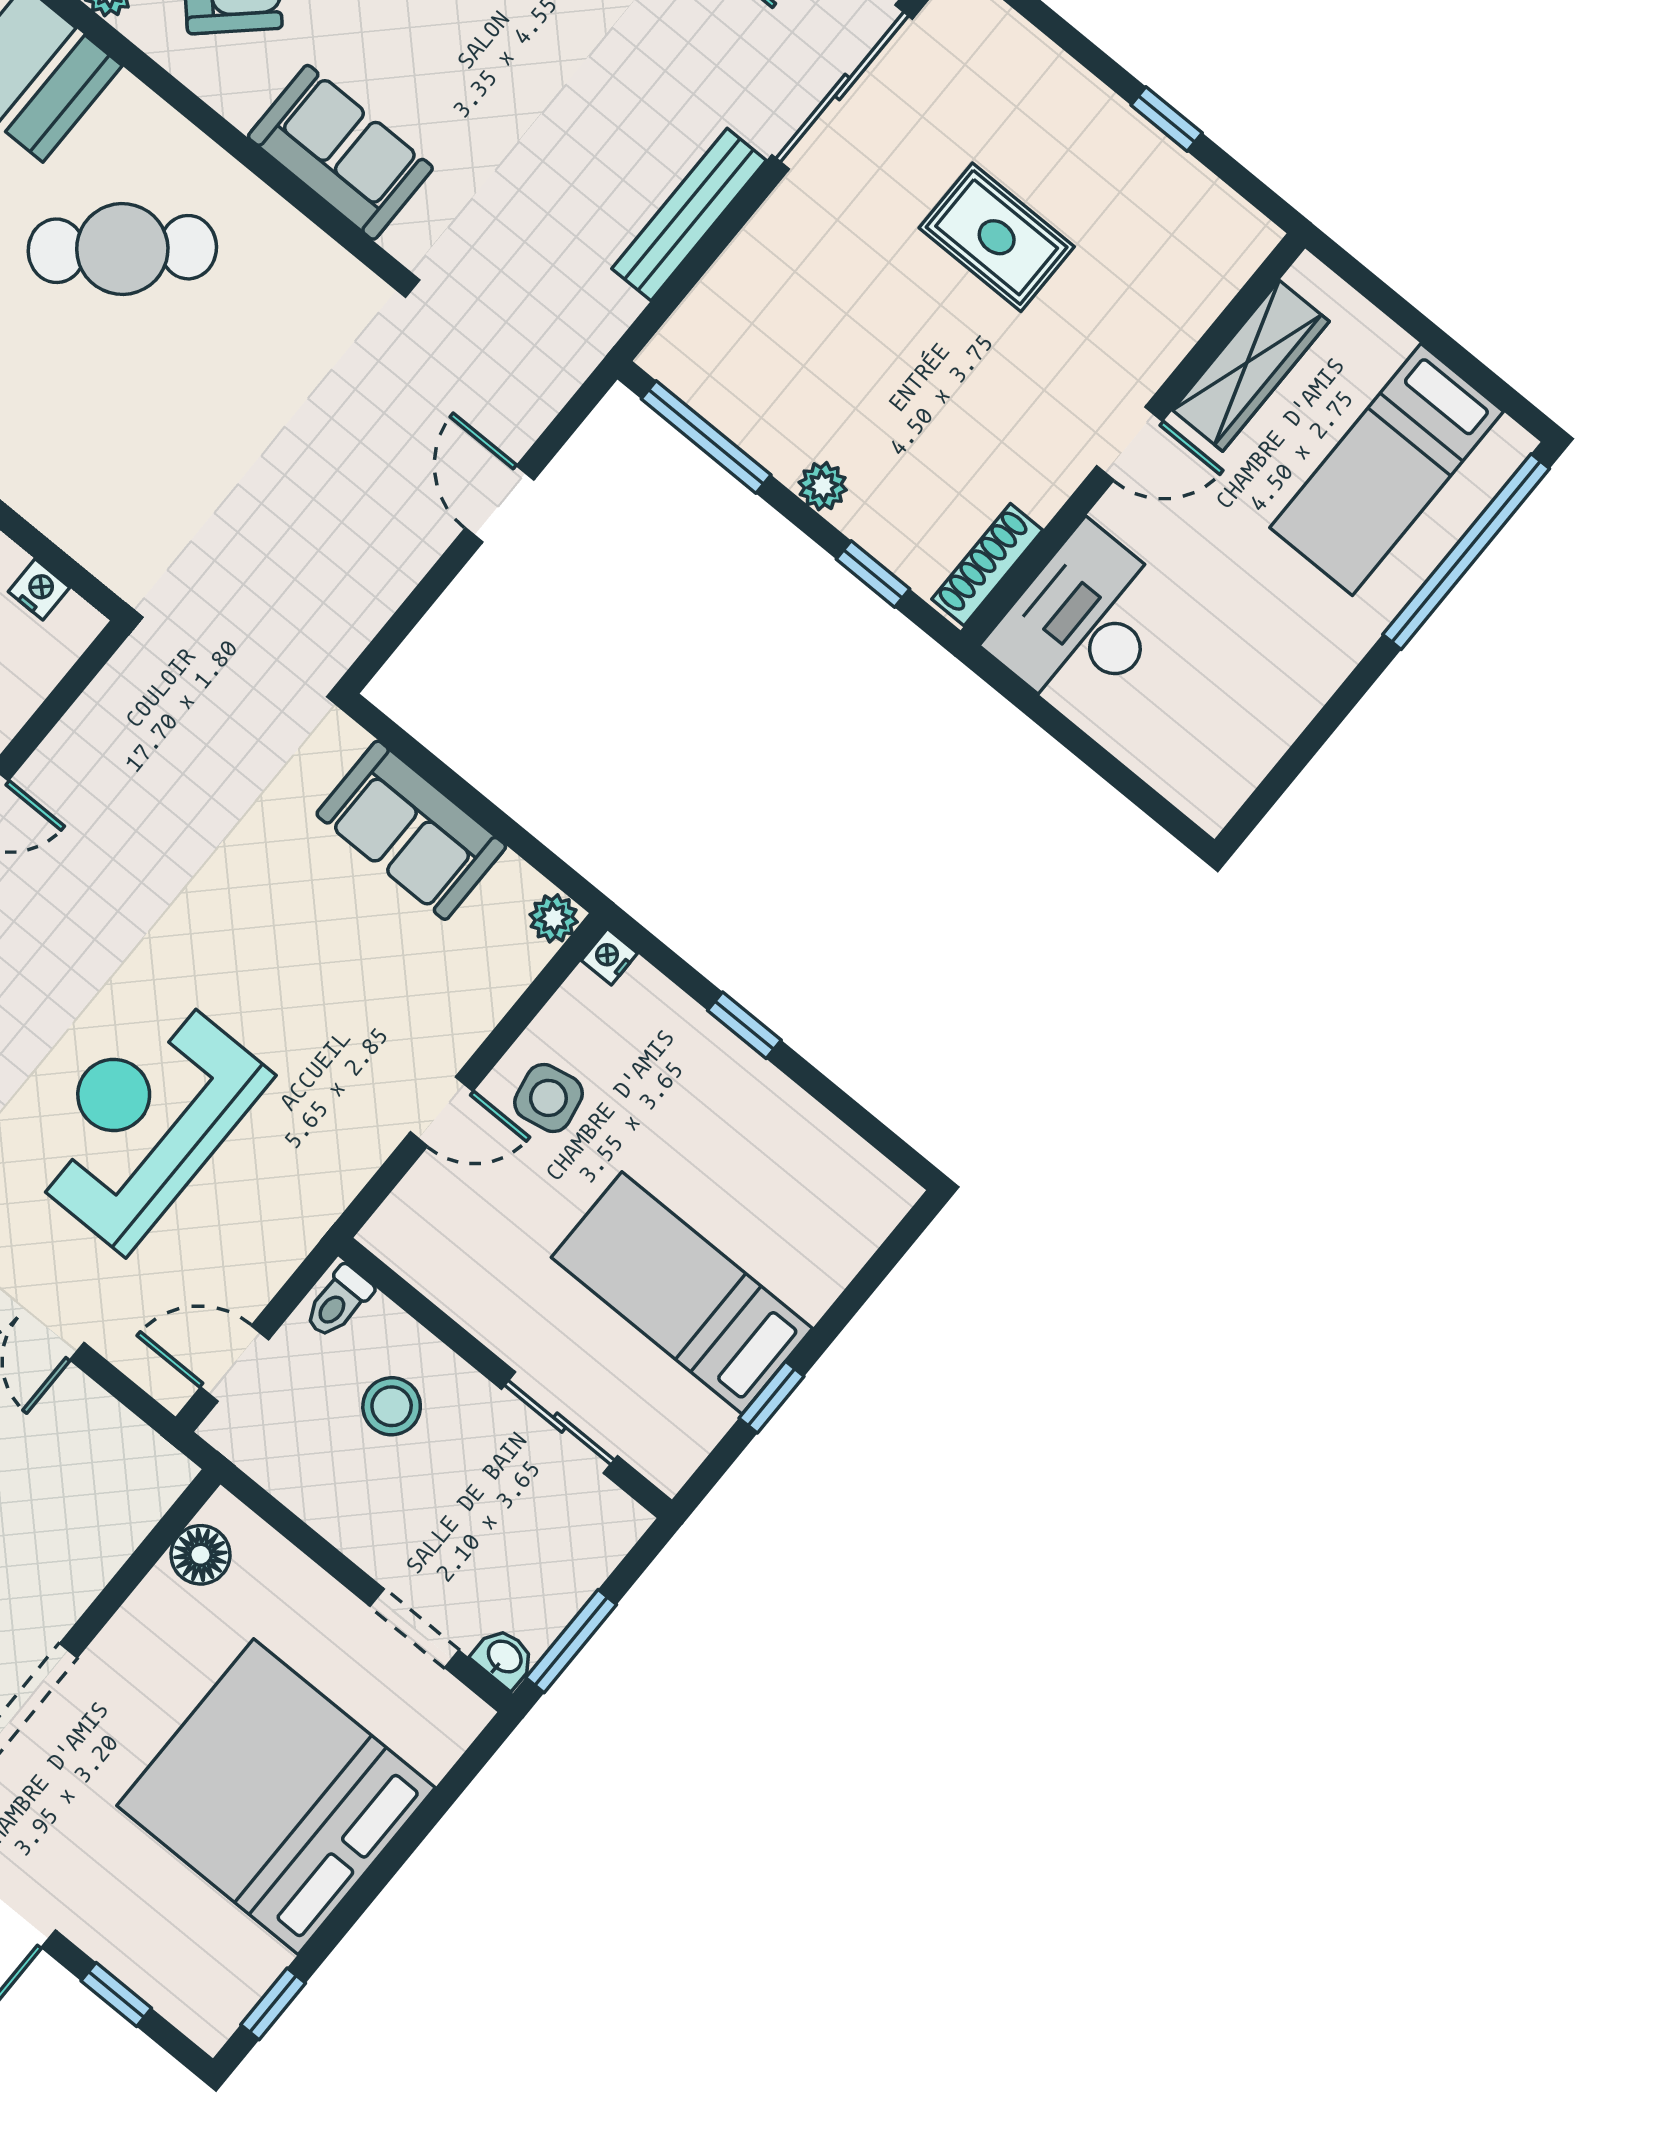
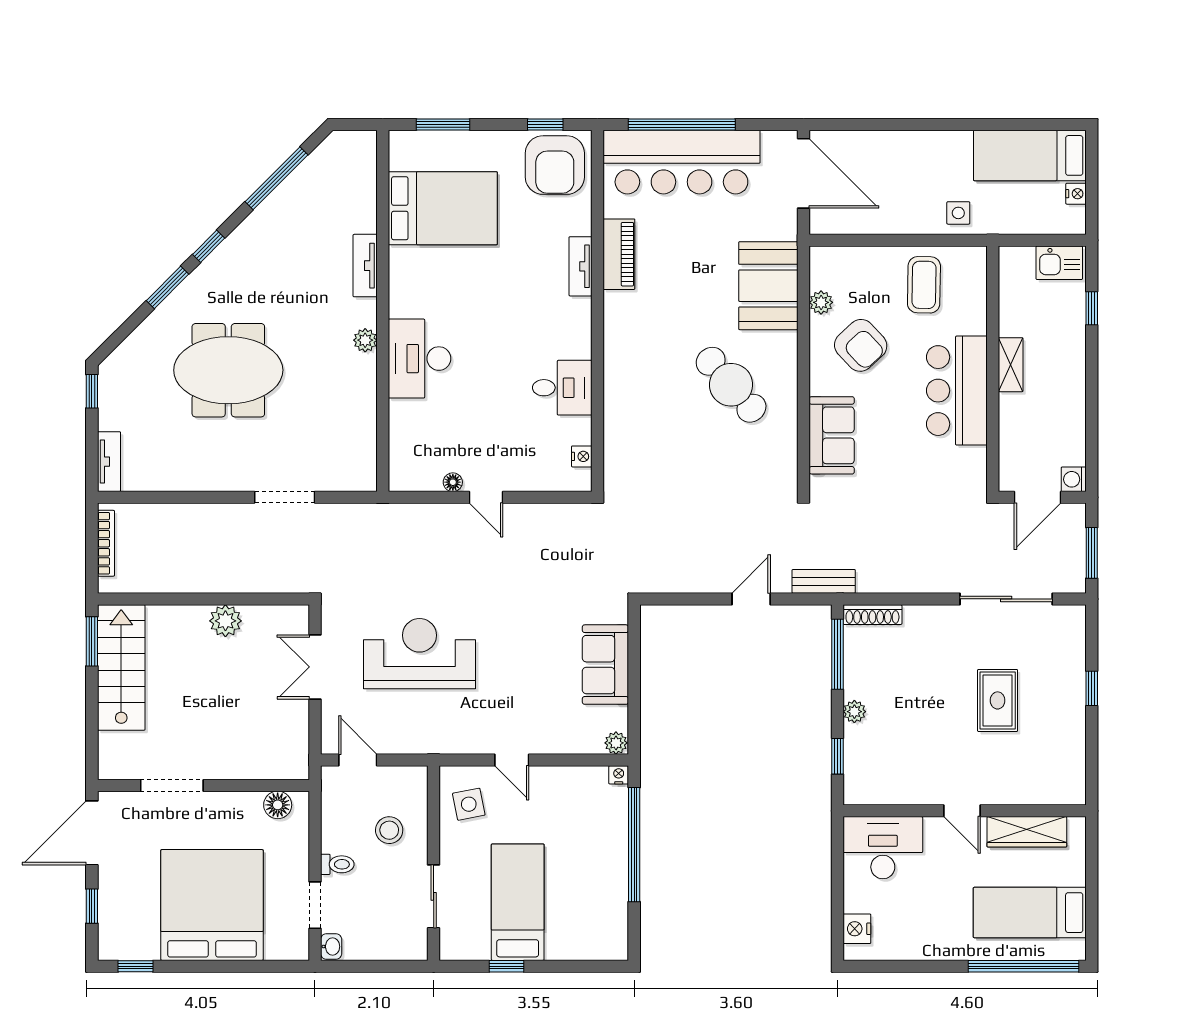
window: (1167, 119) -> (1092, 688), moved
bench: (689, 214) -> (824, 581), moved, width x0.73
shoe rack: (987, 565) -> (872, 615), moved, turned 180
nightstand: (1181, 774) -> (857, 929), added
window: (744, 1025) -> (634, 845), width x3.17
side table: (548, 1098) -> (469, 804), moved
toilet: (338, 1302) -> (337, 864), moved, turned 180
window: (571, 1641) -> (357, 966), removed

